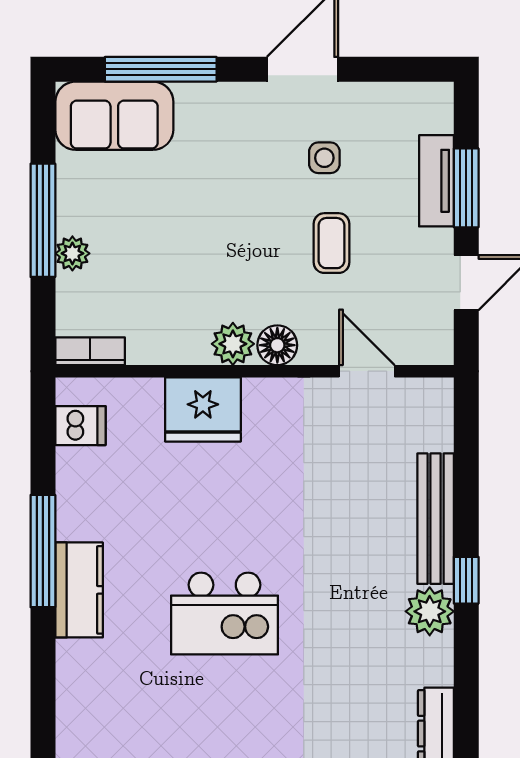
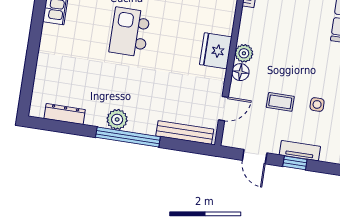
window: (466, 188) -> (295, 163), width x0.67
fridge: (203, 409) -> (216, 51), moved
bench: (436, 519) -> (185, 132), moved
window: (466, 580) -> (128, 137), width x3.17

